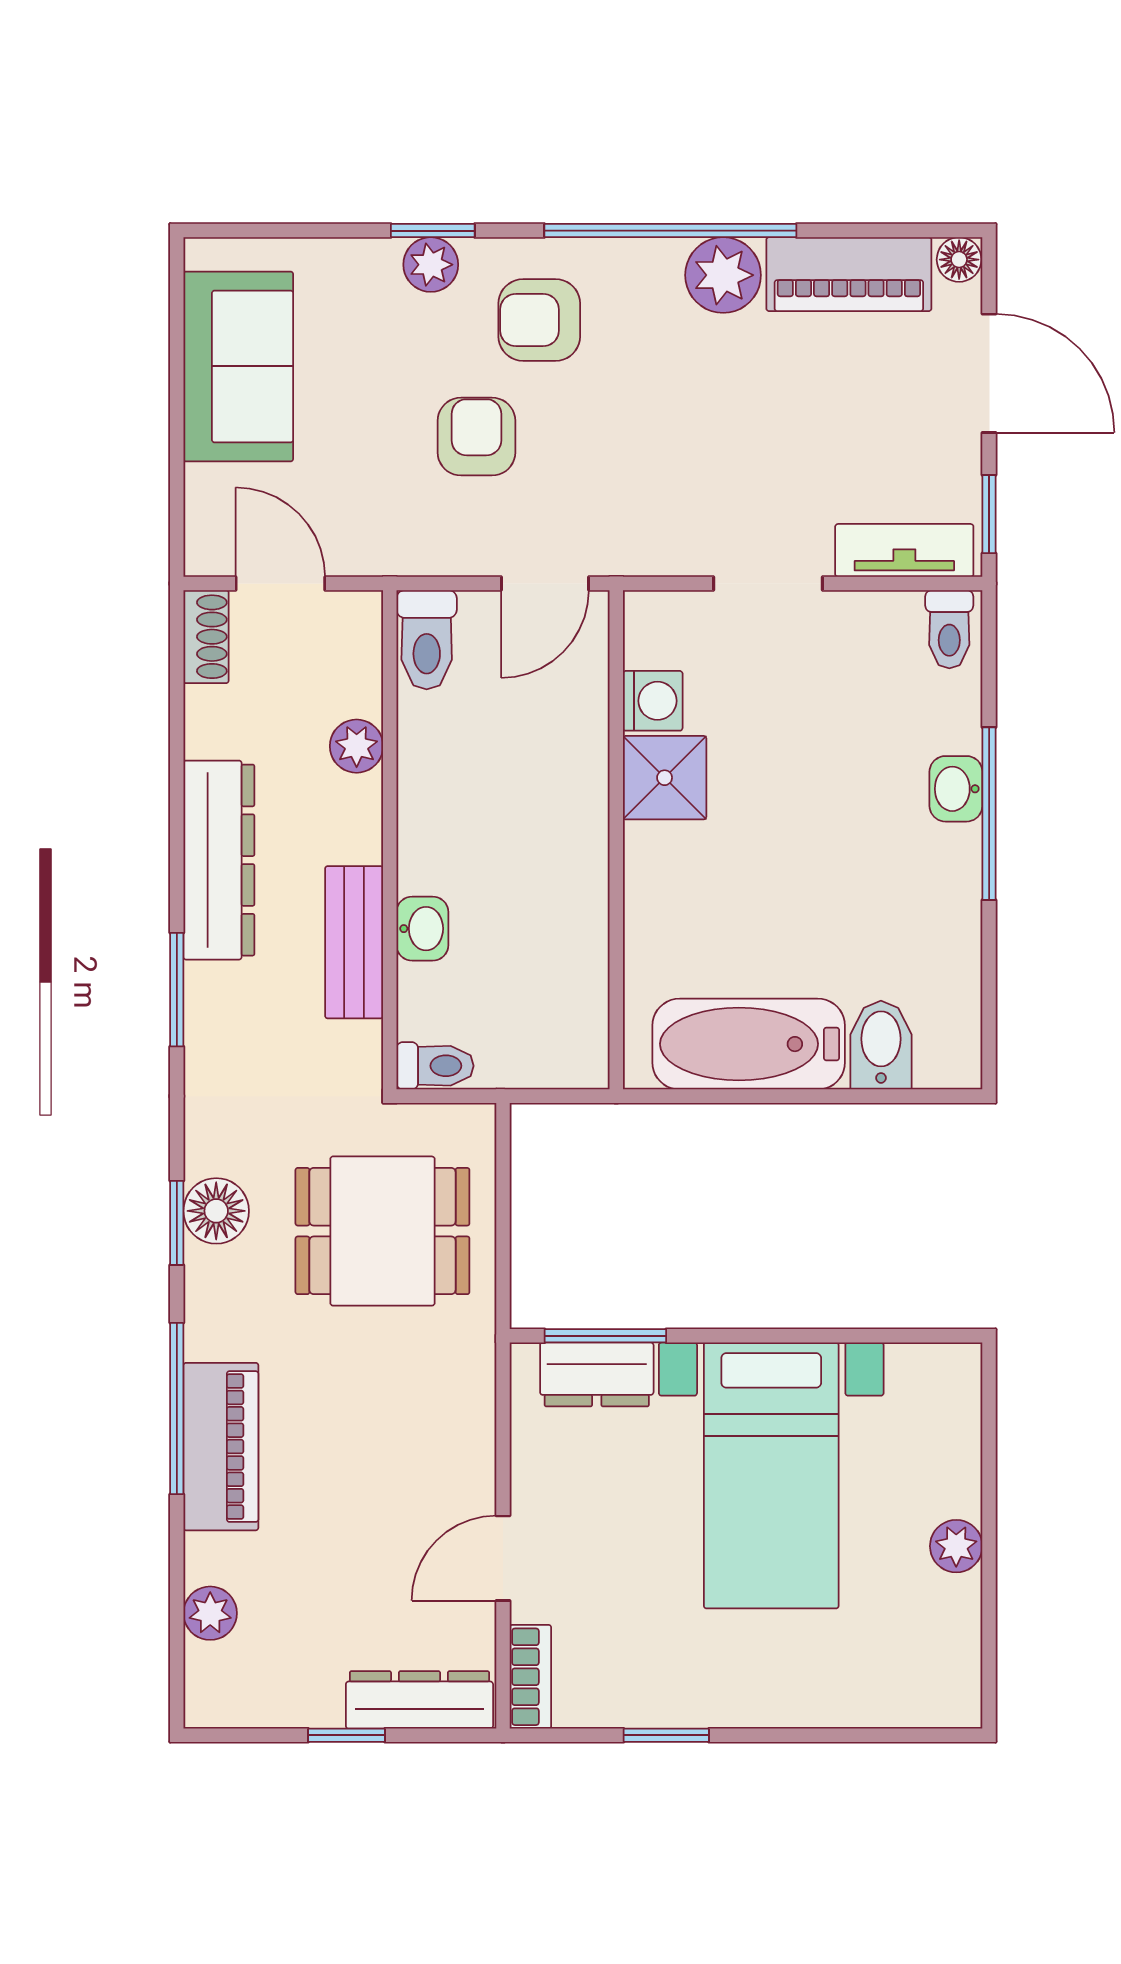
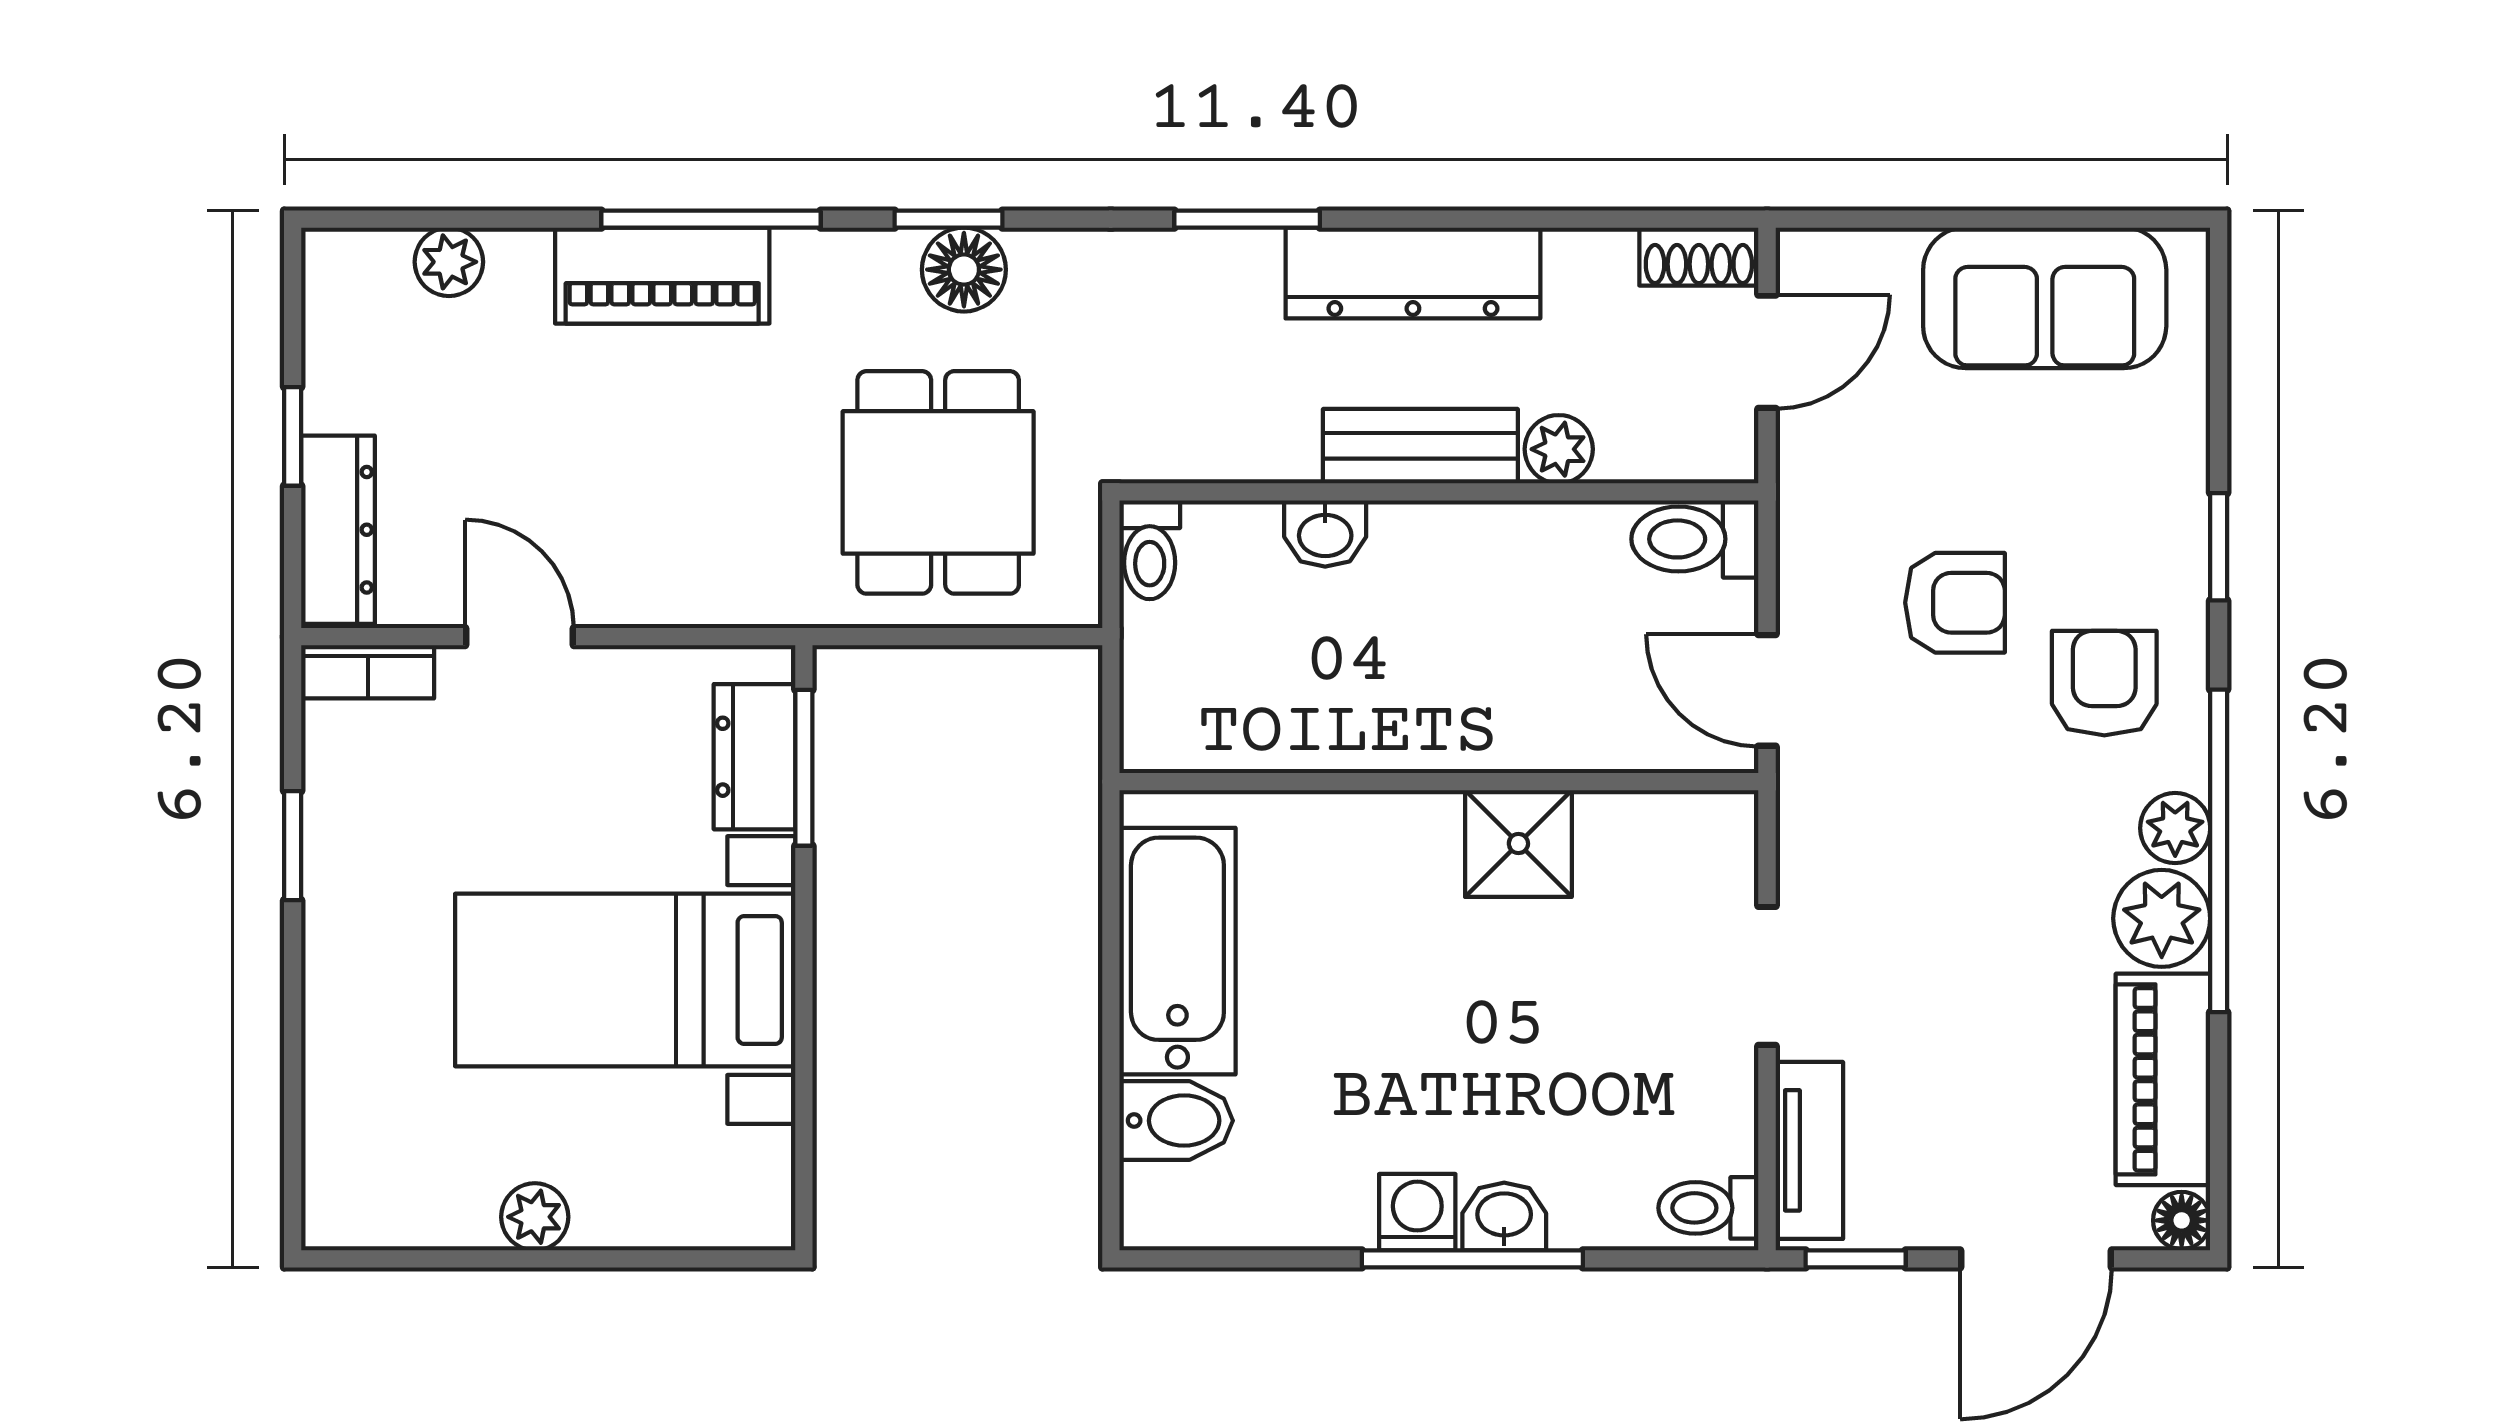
plant: (431, 265) -> (2175, 828), moved
washing machine: (653, 701) -> (1417, 1212), moved, turned 180
bench: (354, 942) -> (1420, 446), moved

